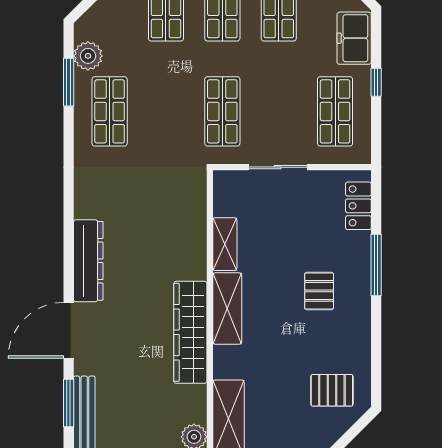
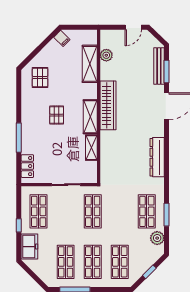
window: (69, 82) -> (167, 215), moved
dresser: (88, 261) -> (157, 157), moved
pallet: (319, 291) -> (57, 115), moved
pallet: (332, 390) -> (40, 78), turned 90

